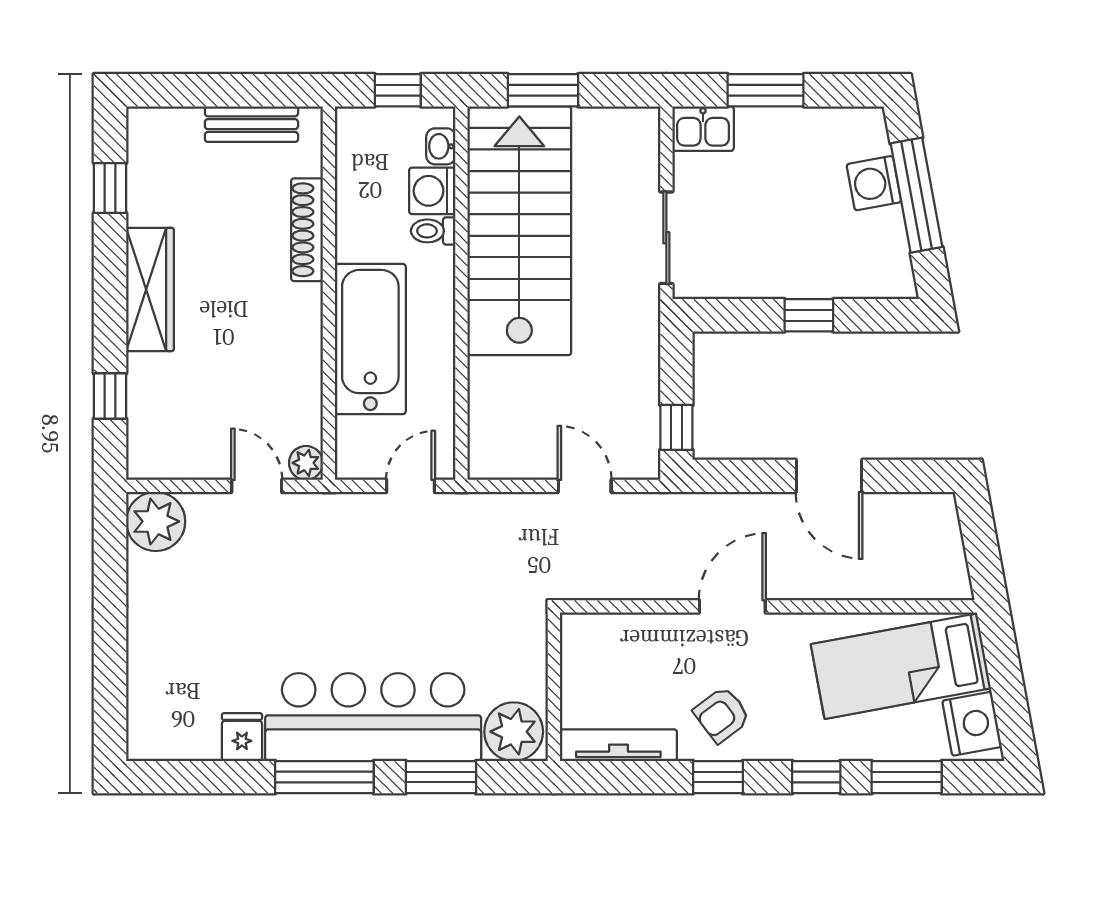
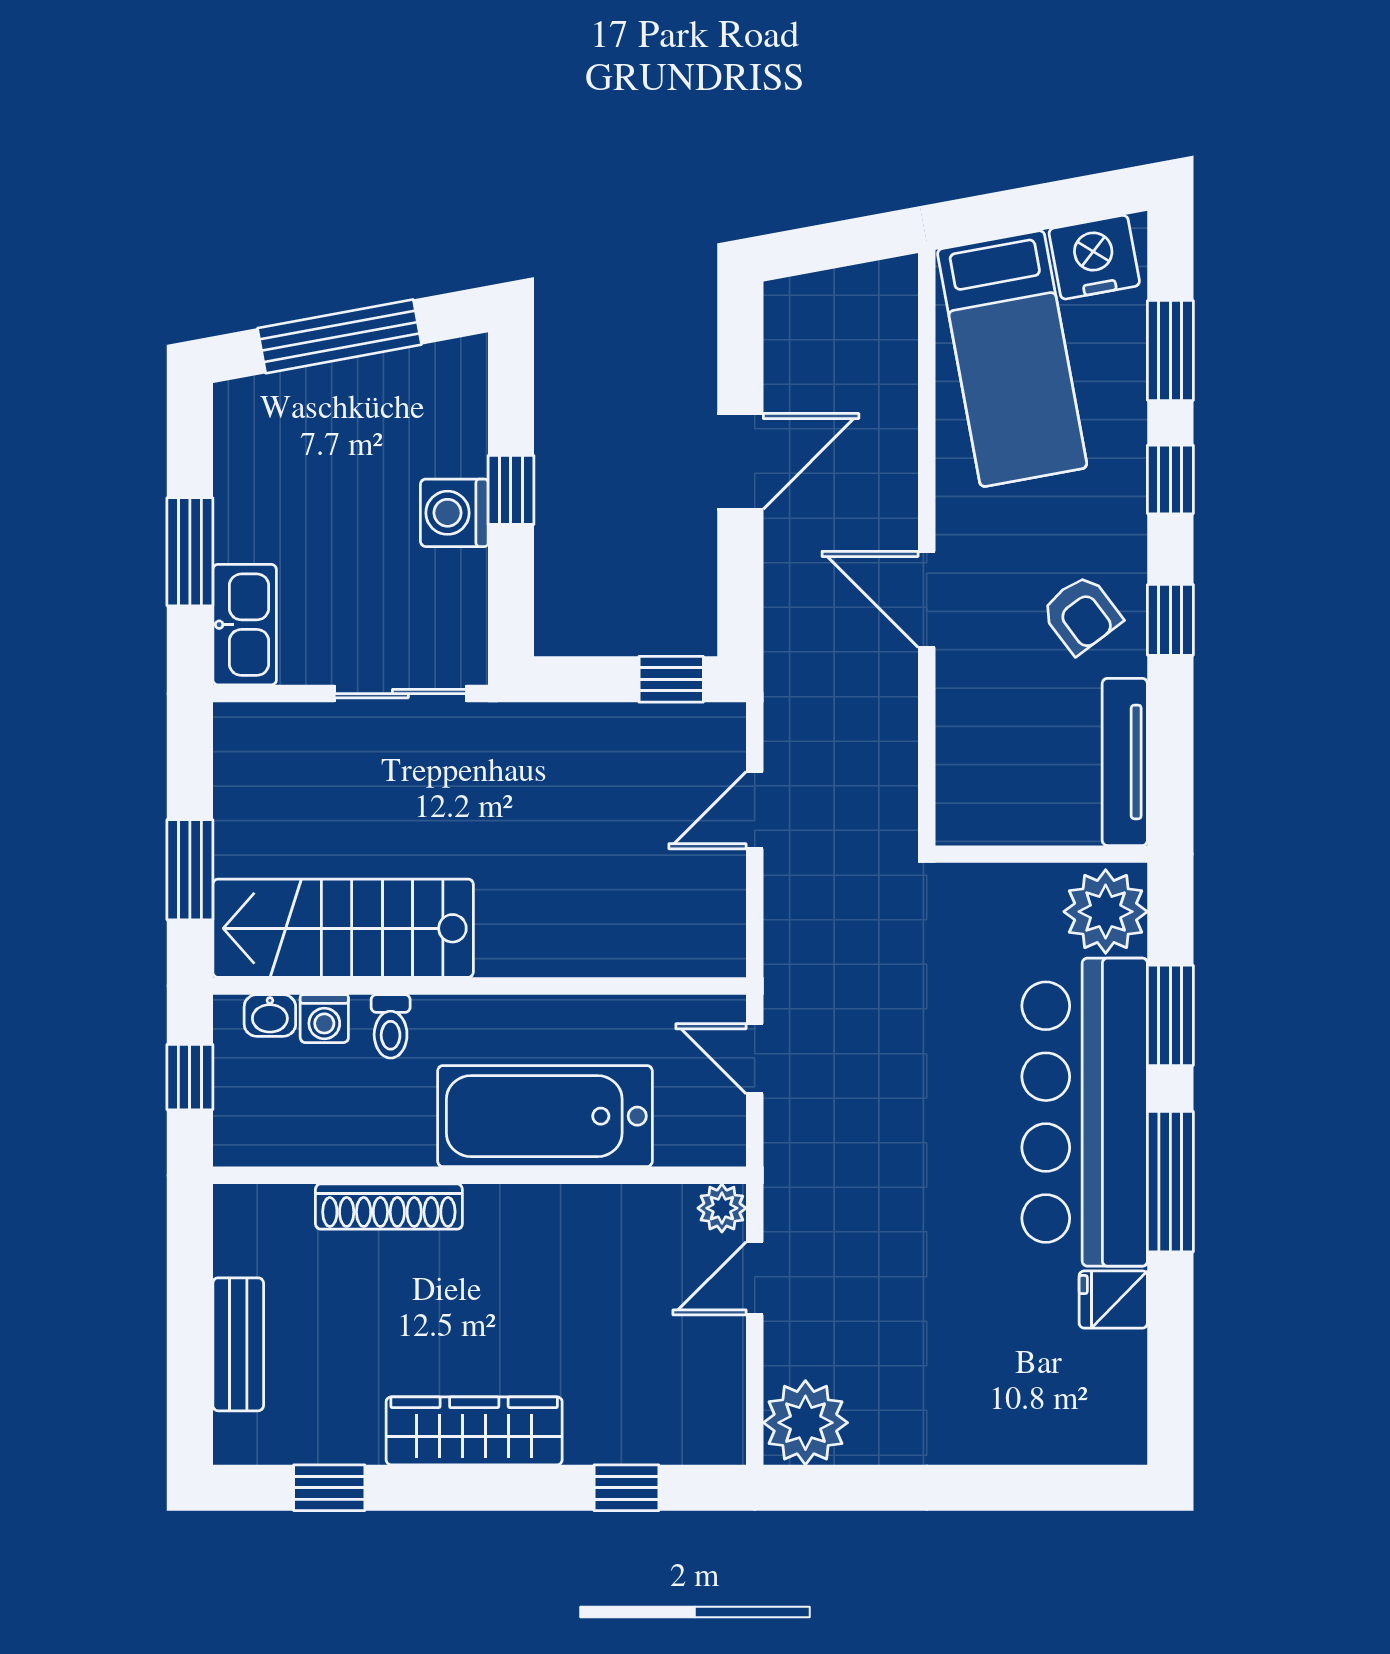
bench: (251, 124) -> (238, 1344), moved
kitchen sink: (703, 129) -> (245, 625), width x1.38
washing machine: (874, 183) -> (454, 513), moved, turned 100
washing machine: (432, 191) -> (324, 1019), width x0.73, depth x0.73
stairs: (519, 231) -> (343, 928), width x0.73, depth x0.66

